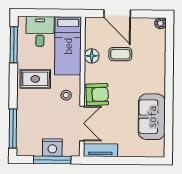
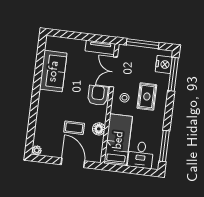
rug: (35, 79) -> (147, 96), moved, turned 90
armchair: (97, 95) -> (98, 95), turned 93
nightstand: (52, 147) -> (164, 64), moved, turned 90

